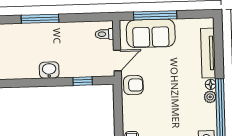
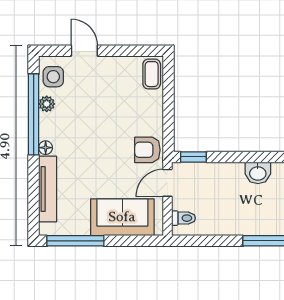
window: (155, 15) -> (75, 241), moved
window: (83, 81) -> (193, 157), moved
plant: (210, 97) -> (47, 104), moved

